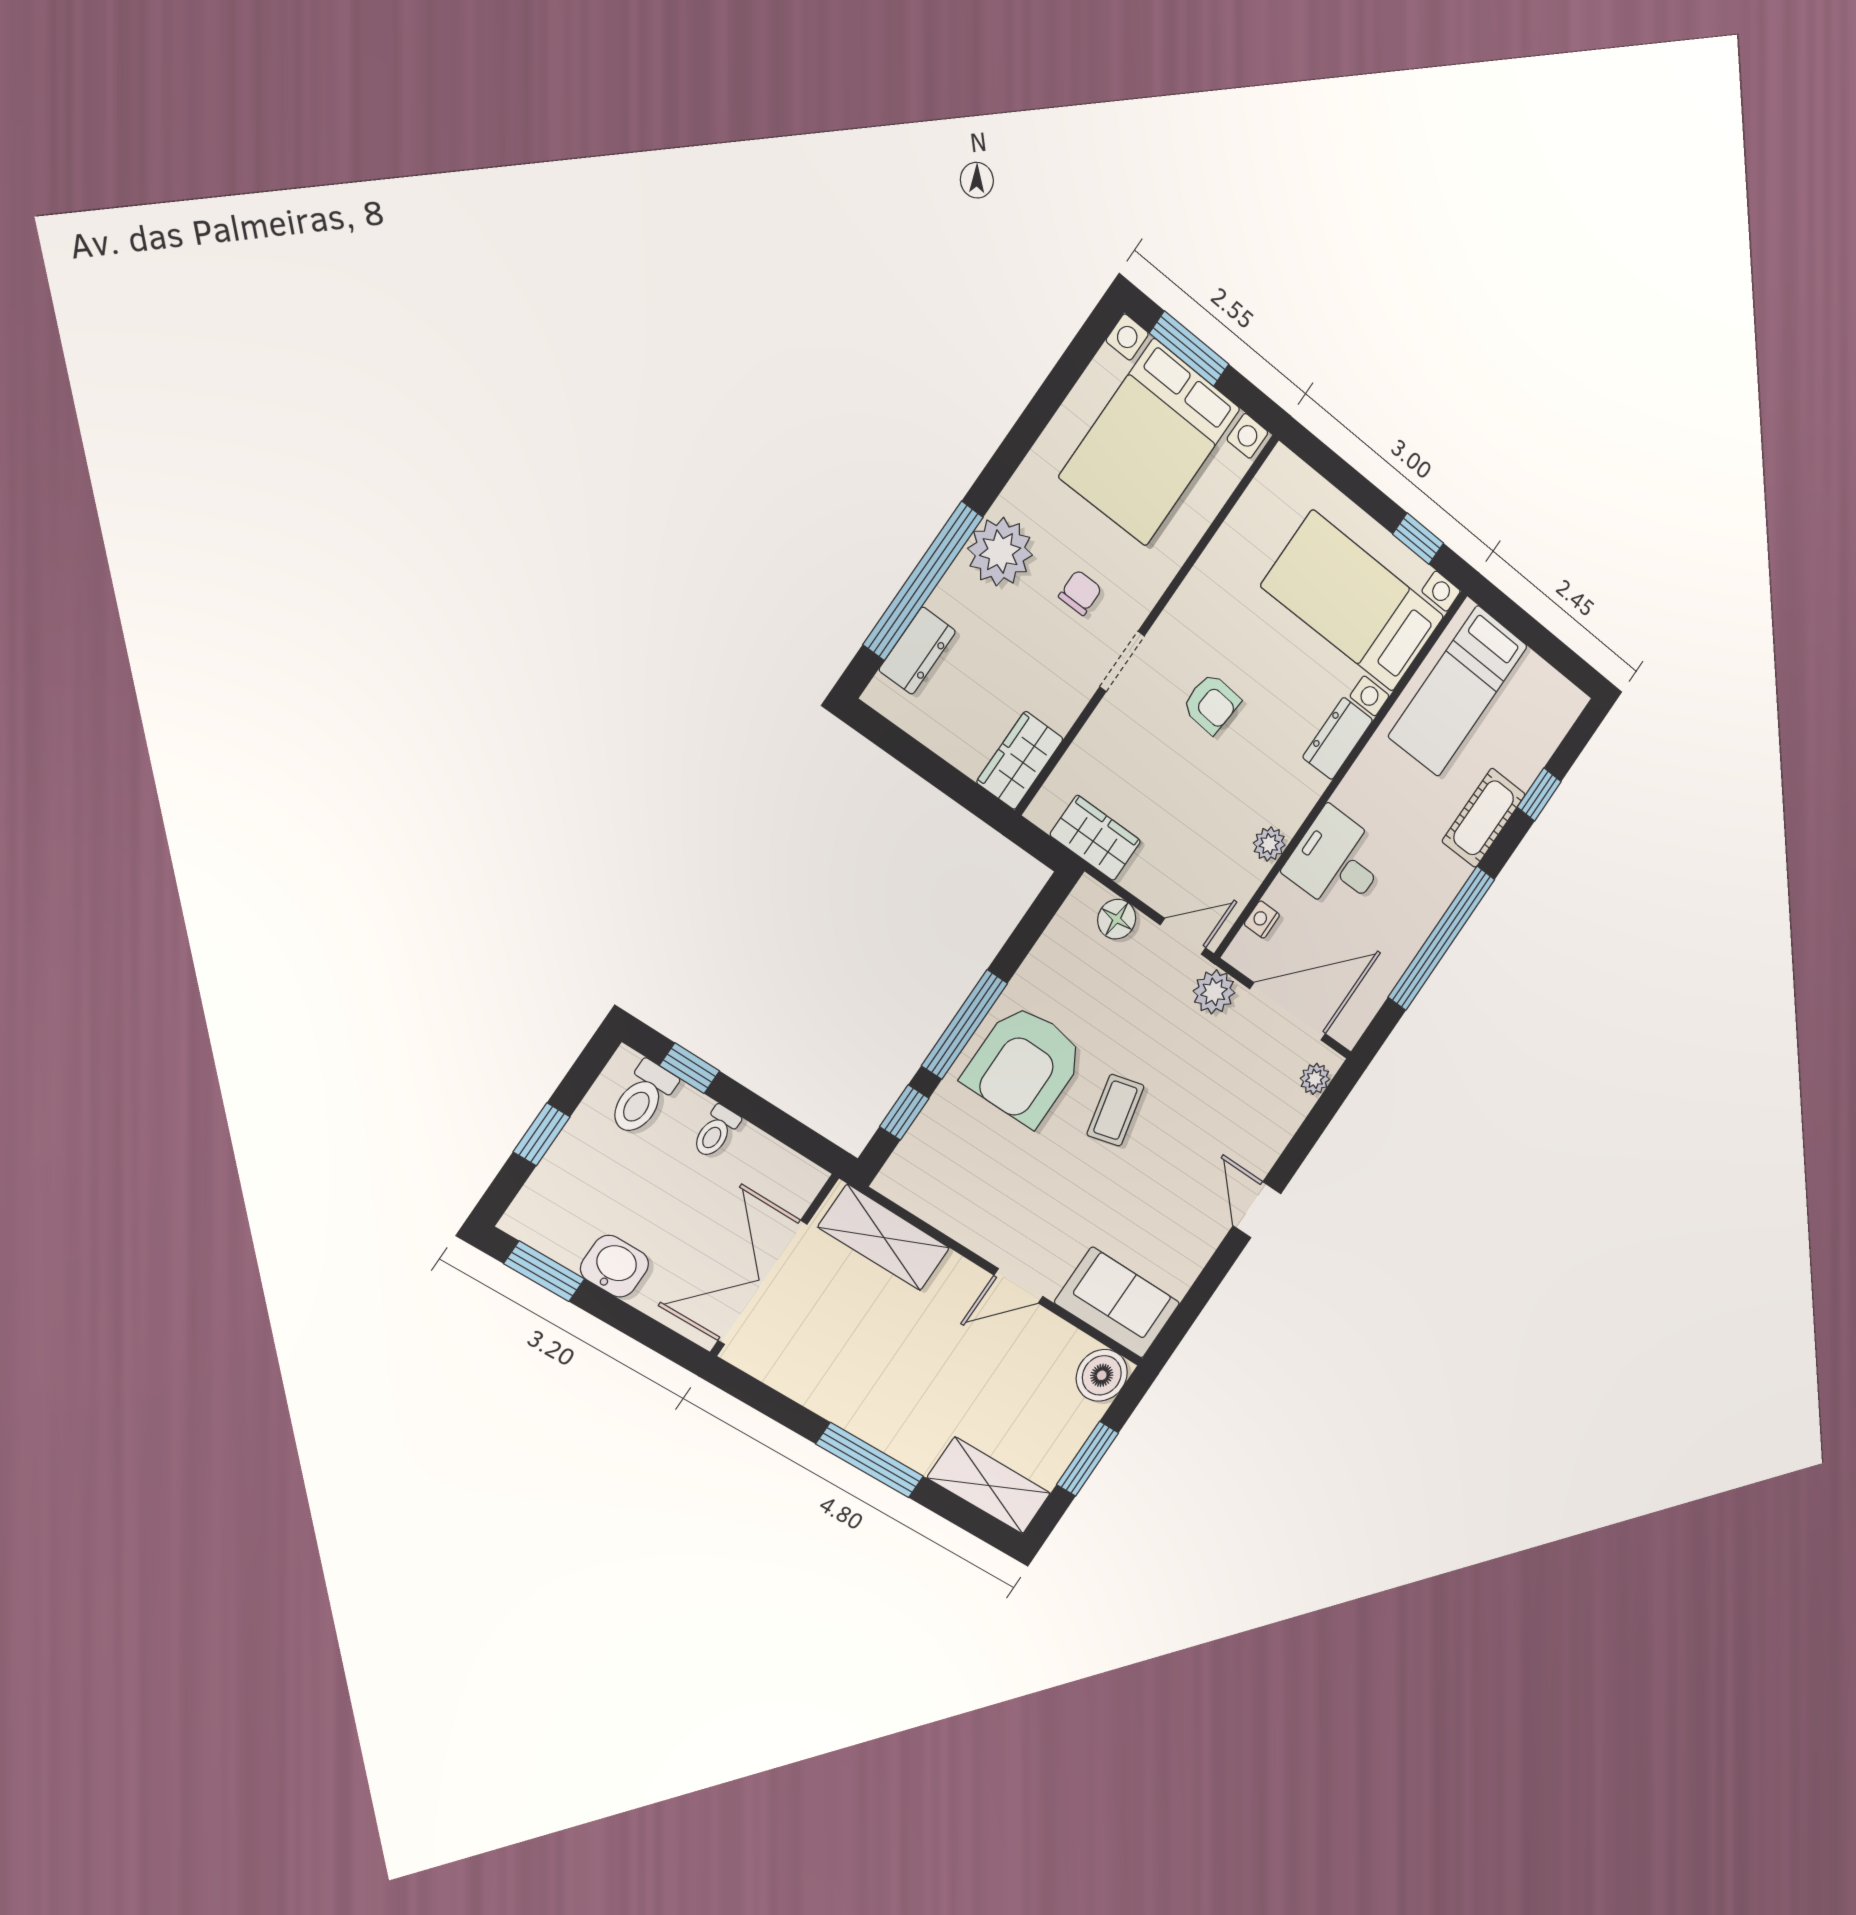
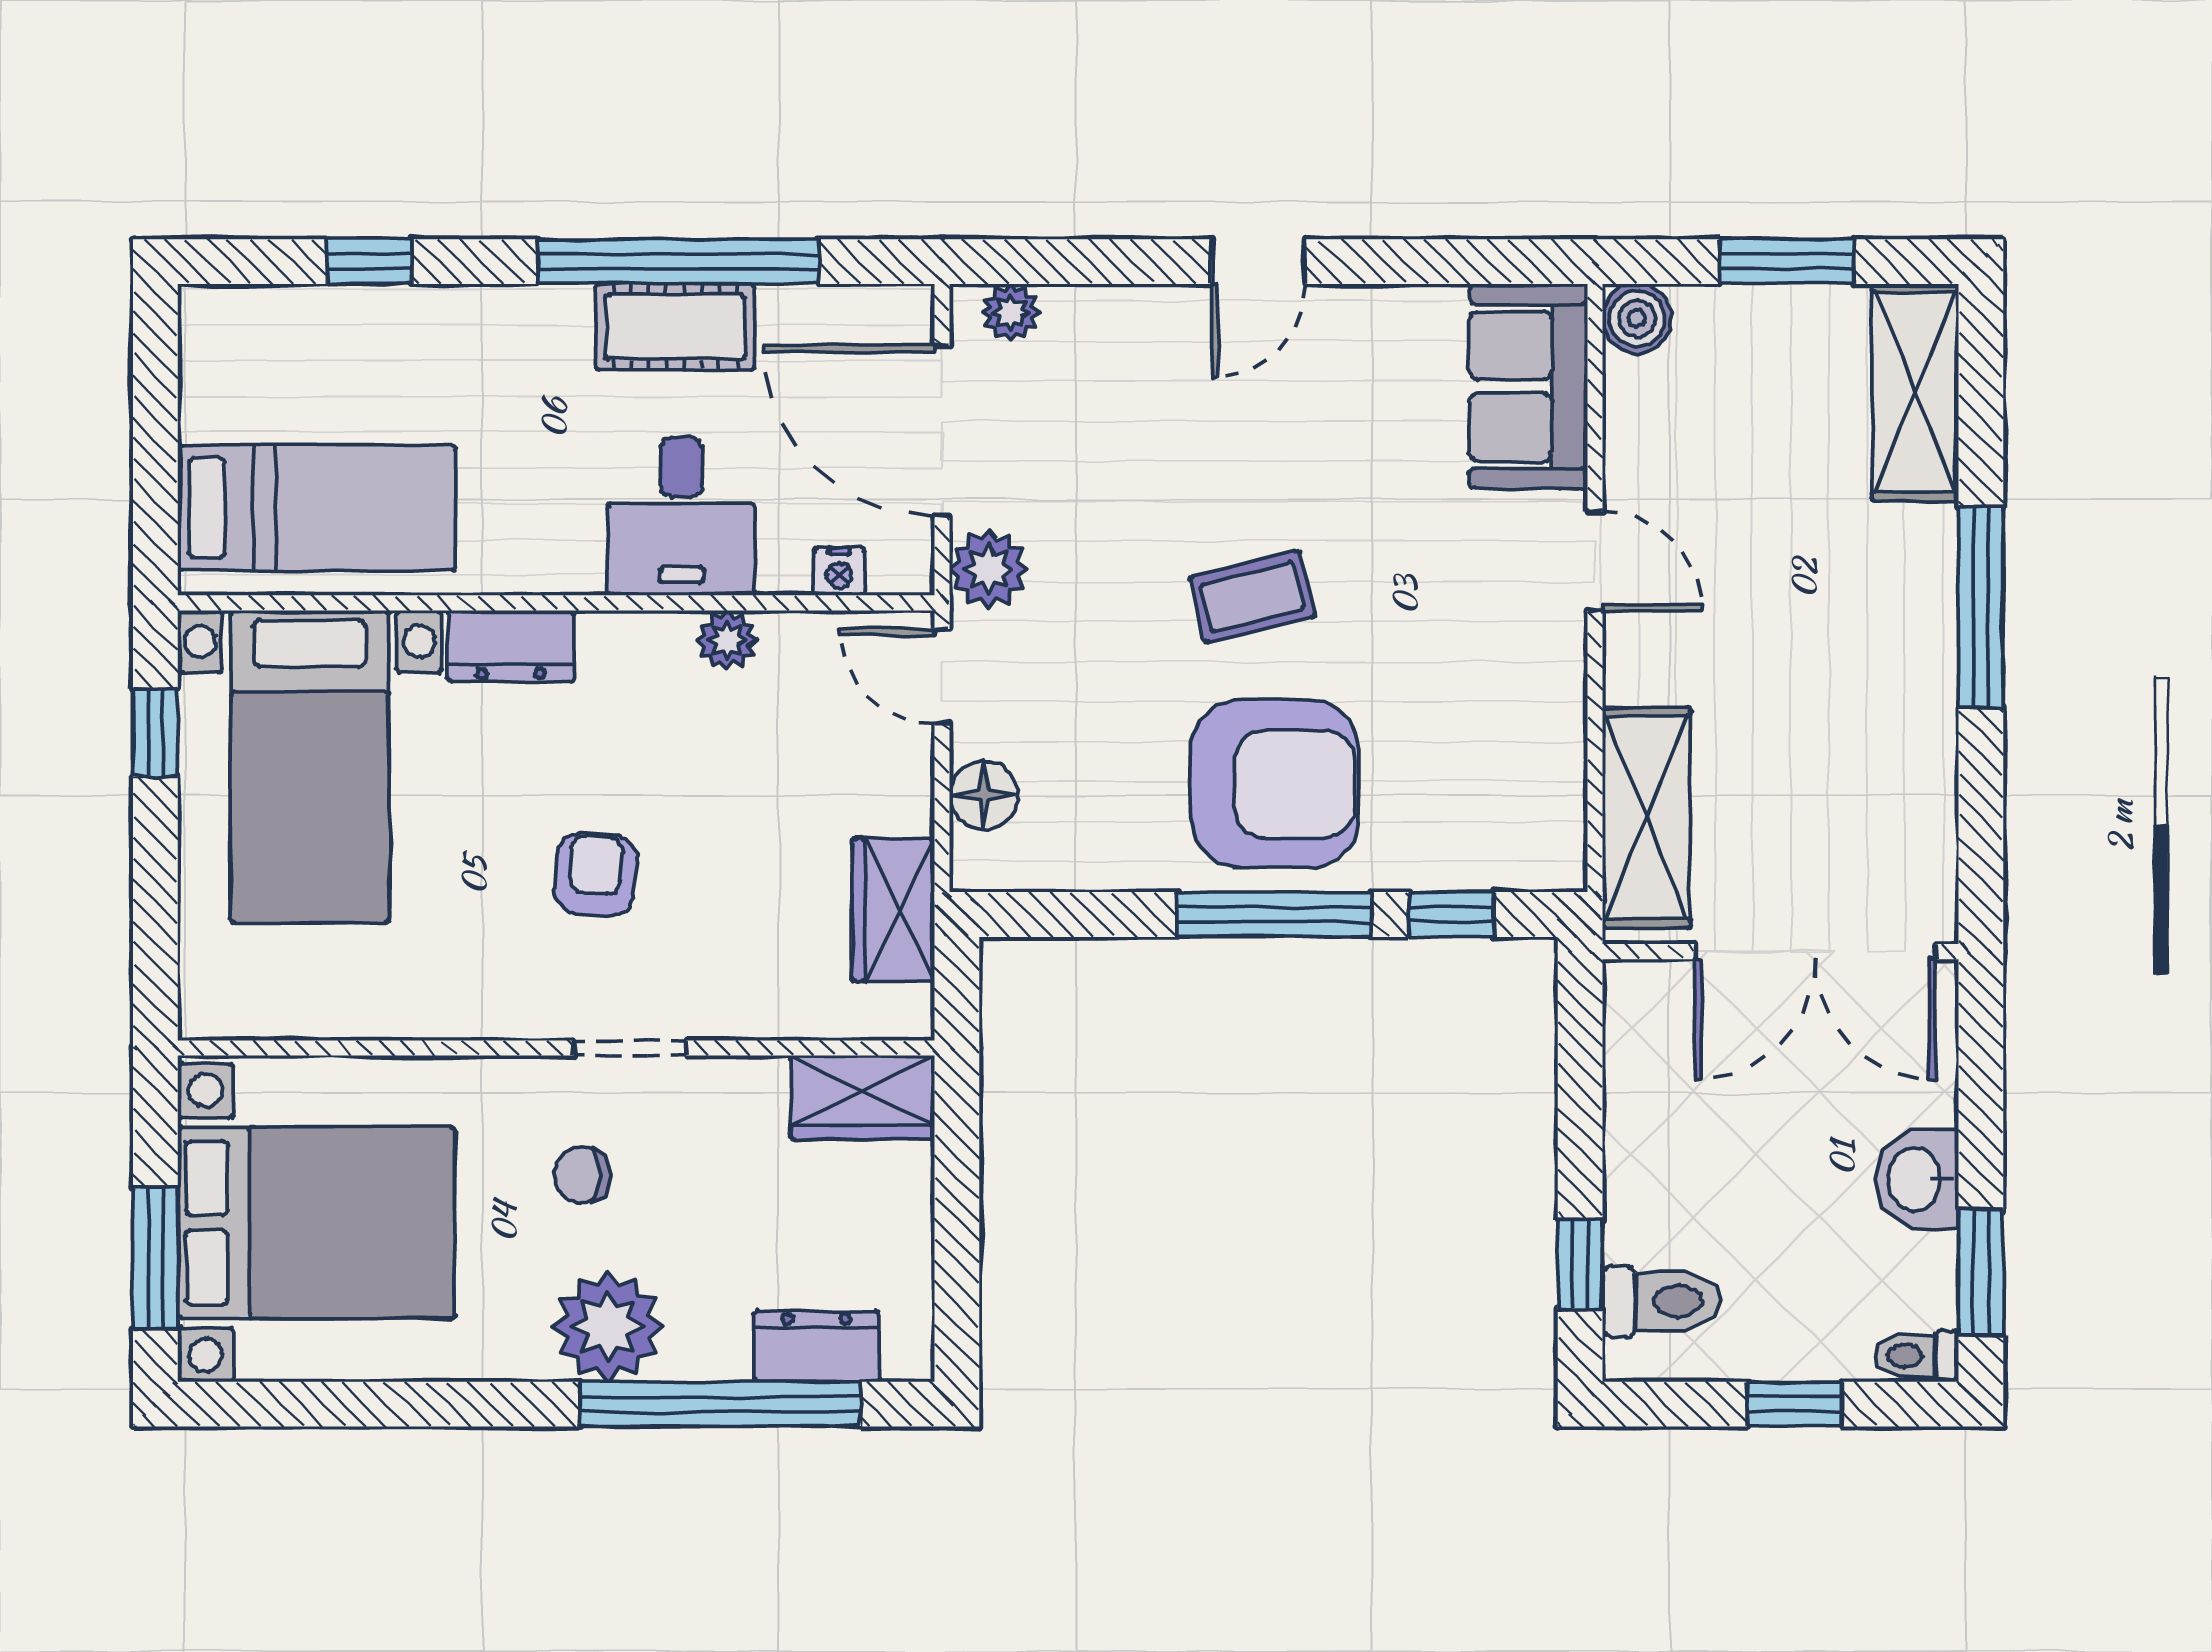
cot: (1484, 818) -> (675, 327), moved
toilet: (716, 1132) -> (1916, 1356), moved, turned 180
boiler: (1102, 1375) -> (1637, 319), width x0.73, depth x0.73

